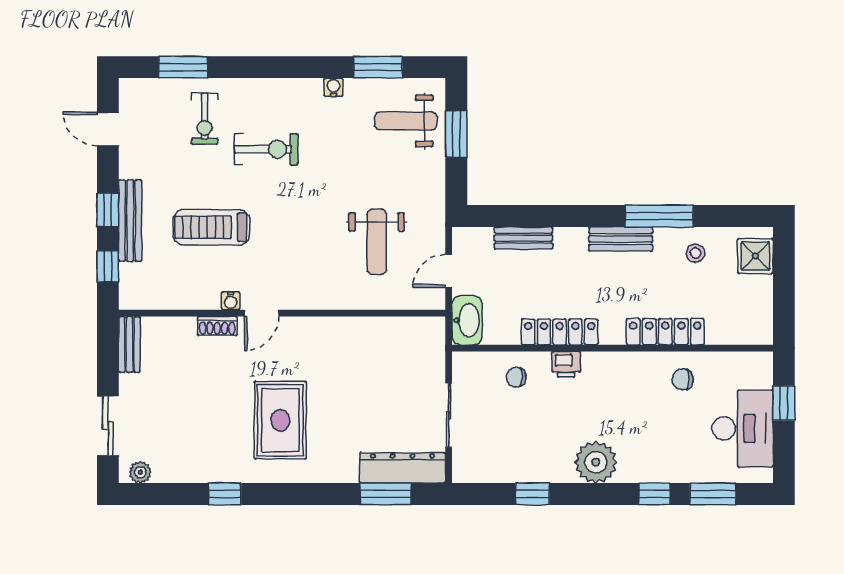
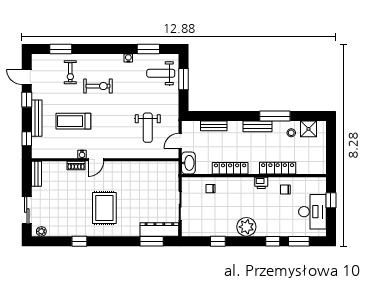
window: (108, 210) -> (27, 100), moved
shower: (755, 256) -> (309, 129), moved
printer: (566, 364) -> (261, 183), moved

